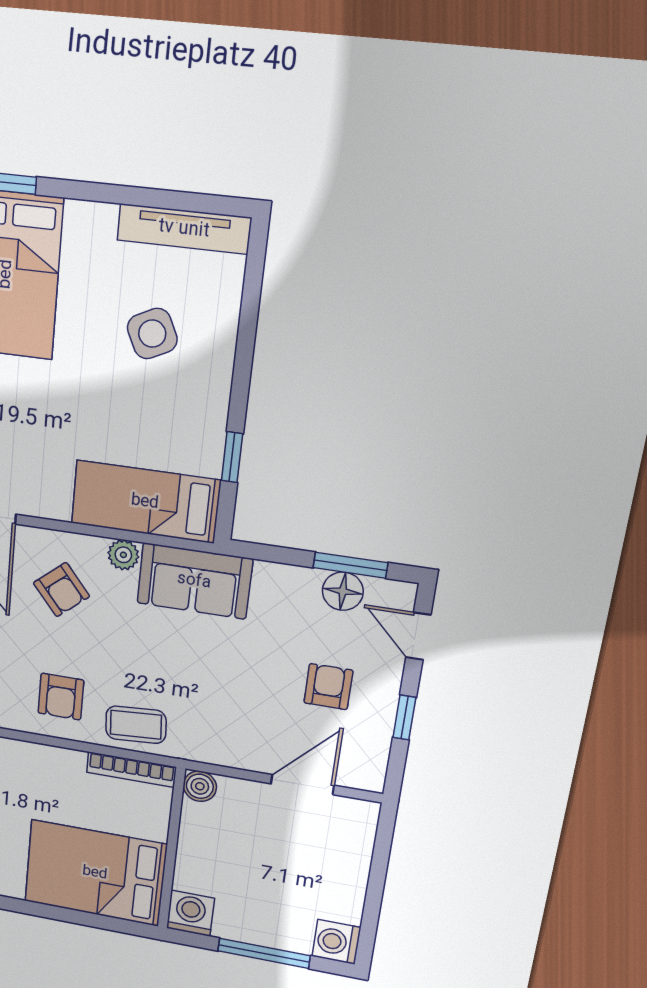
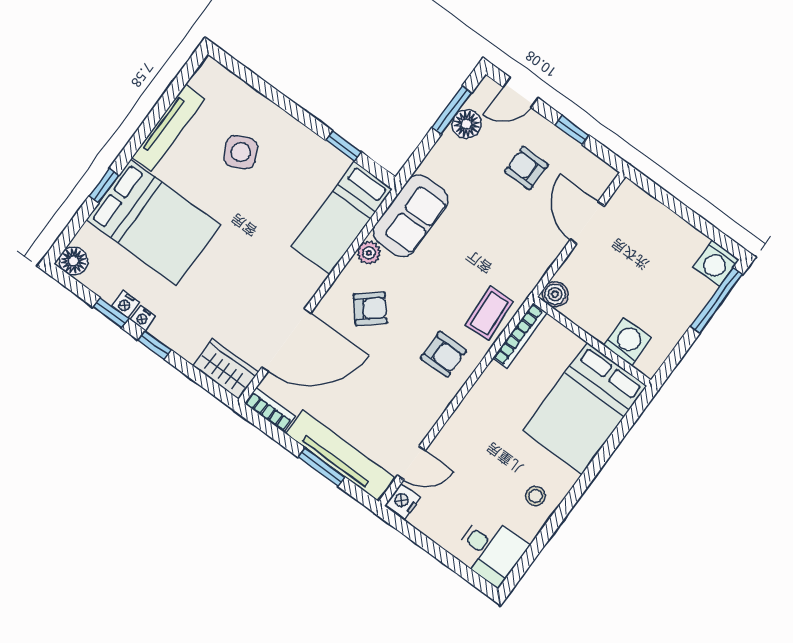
tv unit: (184, 229) -> (169, 128), moved
washing machine: (190, 913) -> (627, 341), moved, turned 90
window: (264, 953) -> (717, 300), moved

